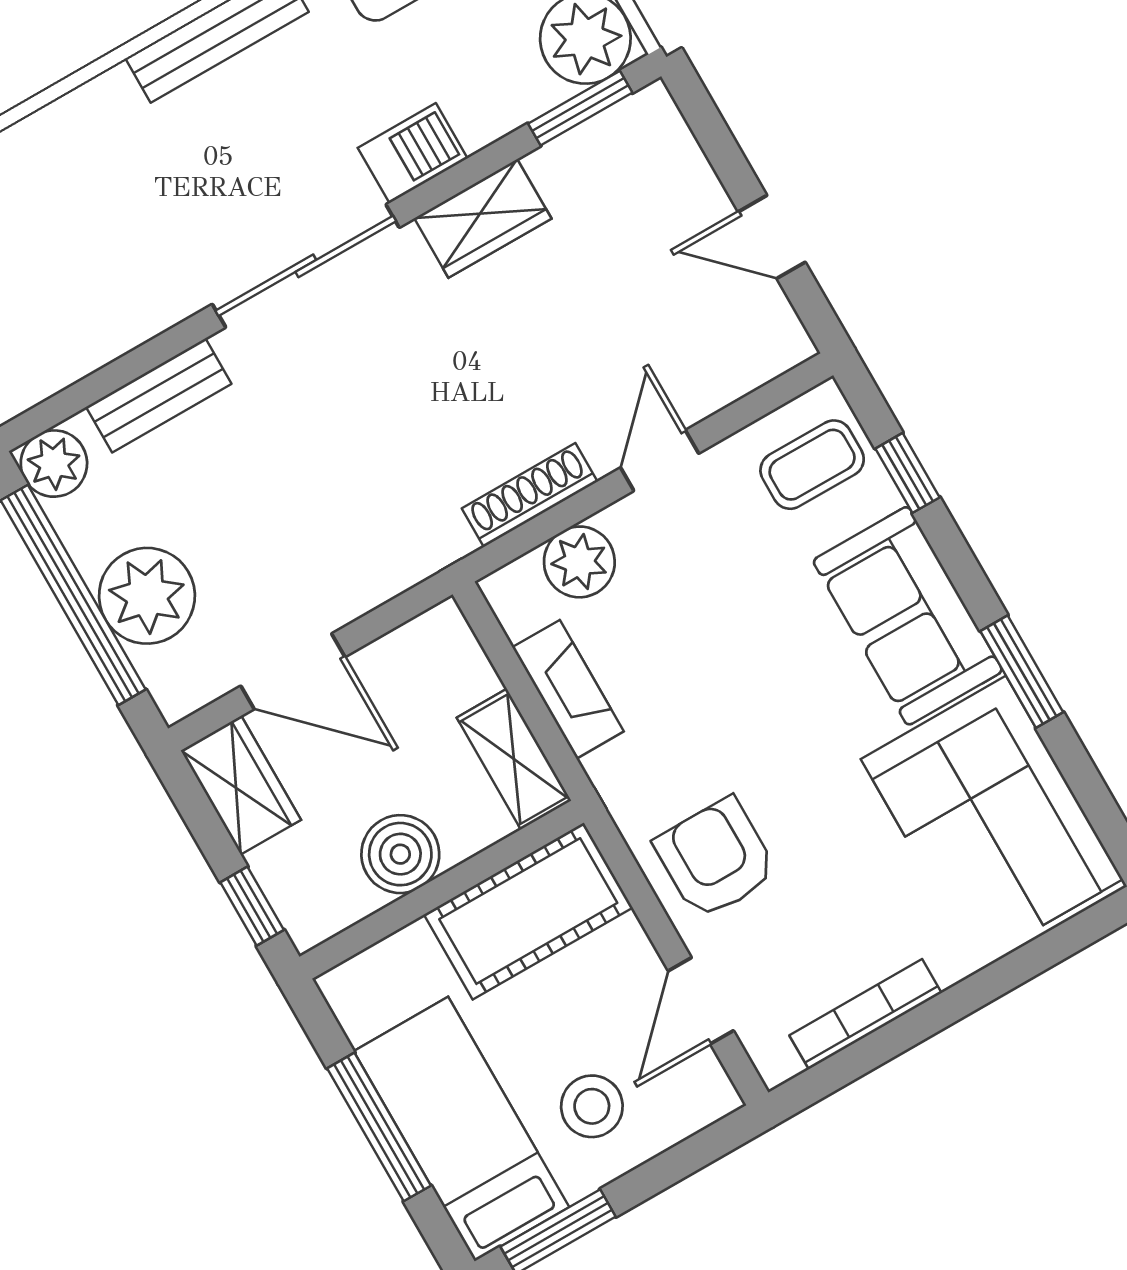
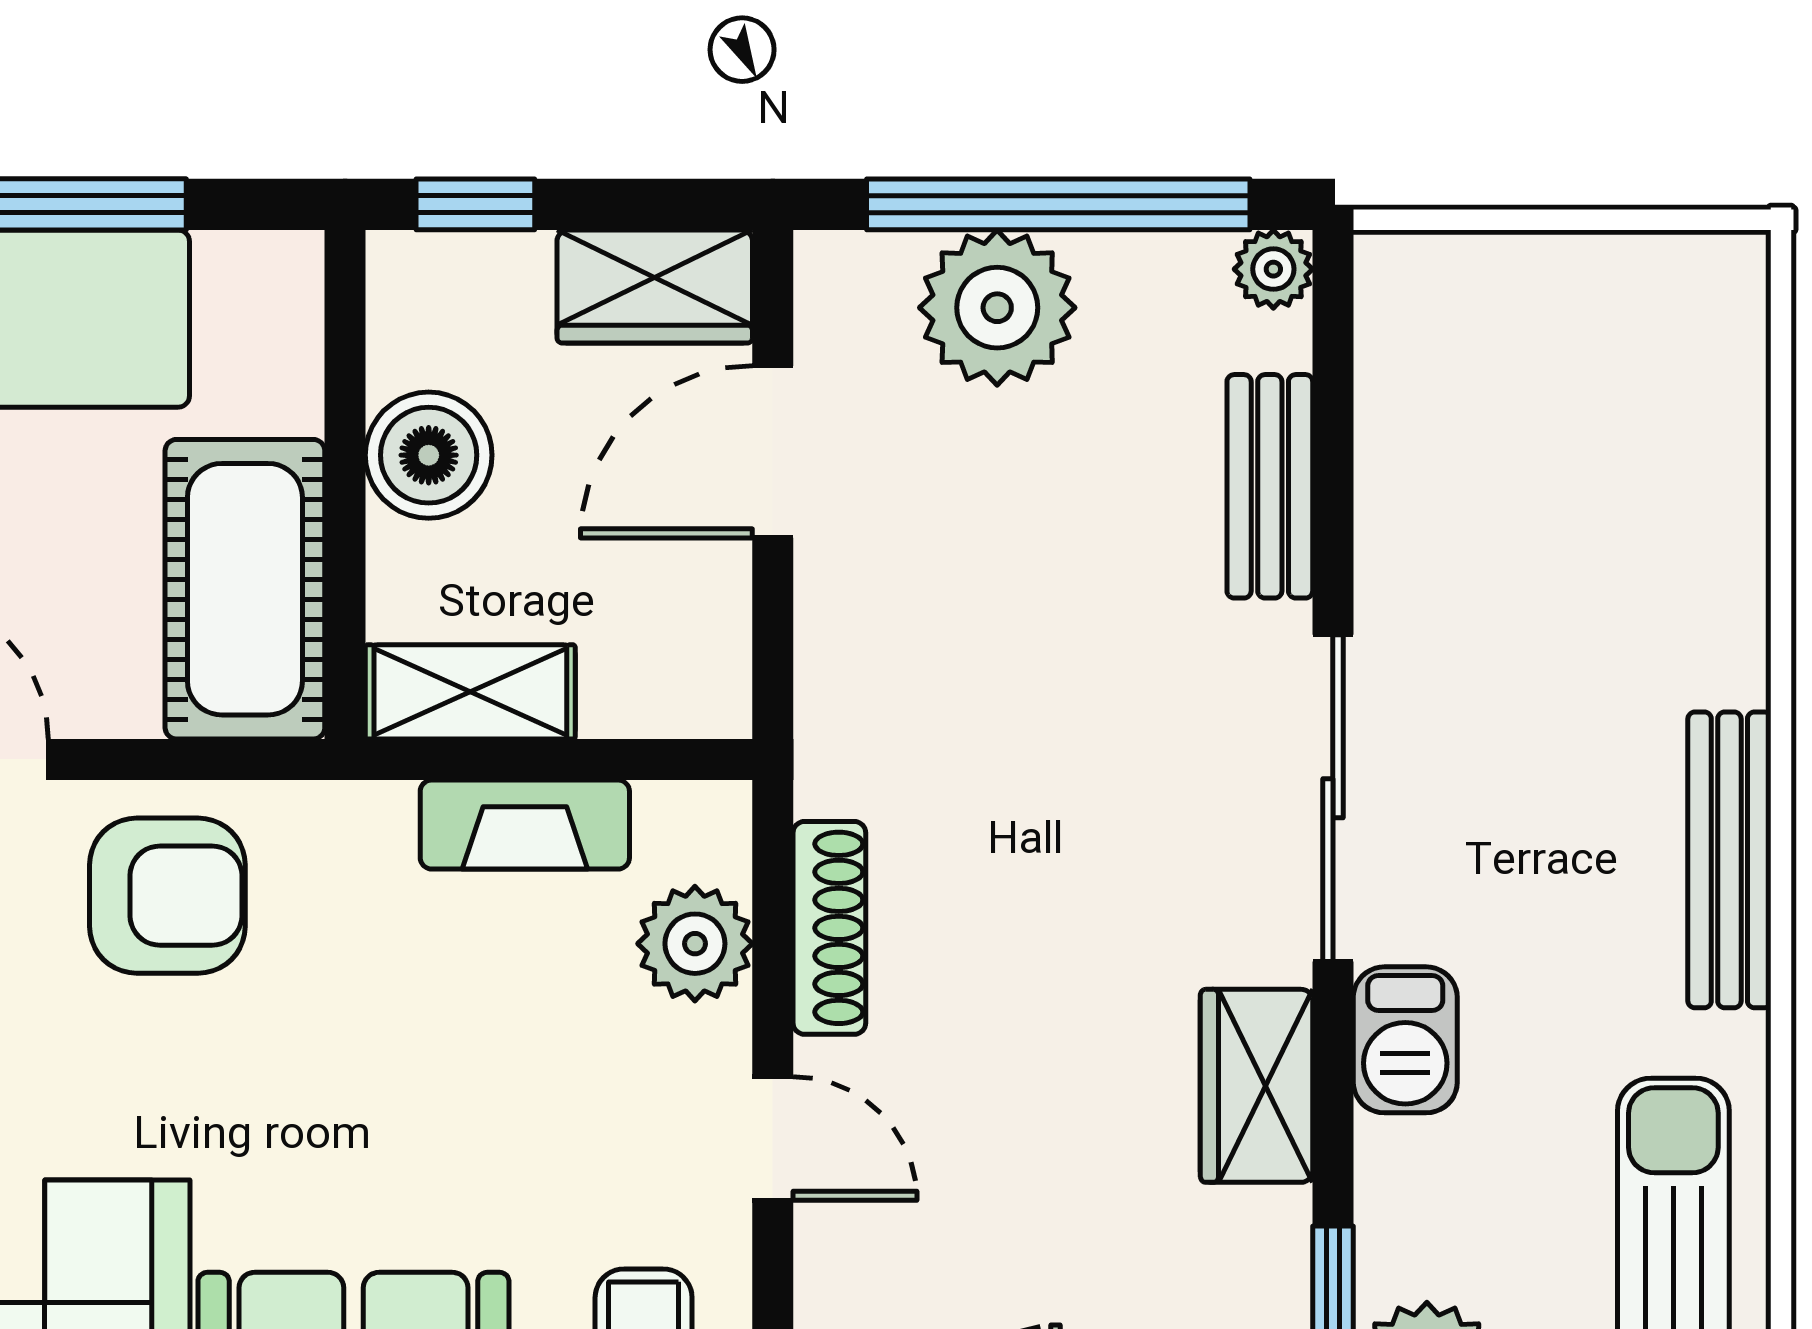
plant: (54, 464) -> (1273, 269), width x0.73, depth x0.73

